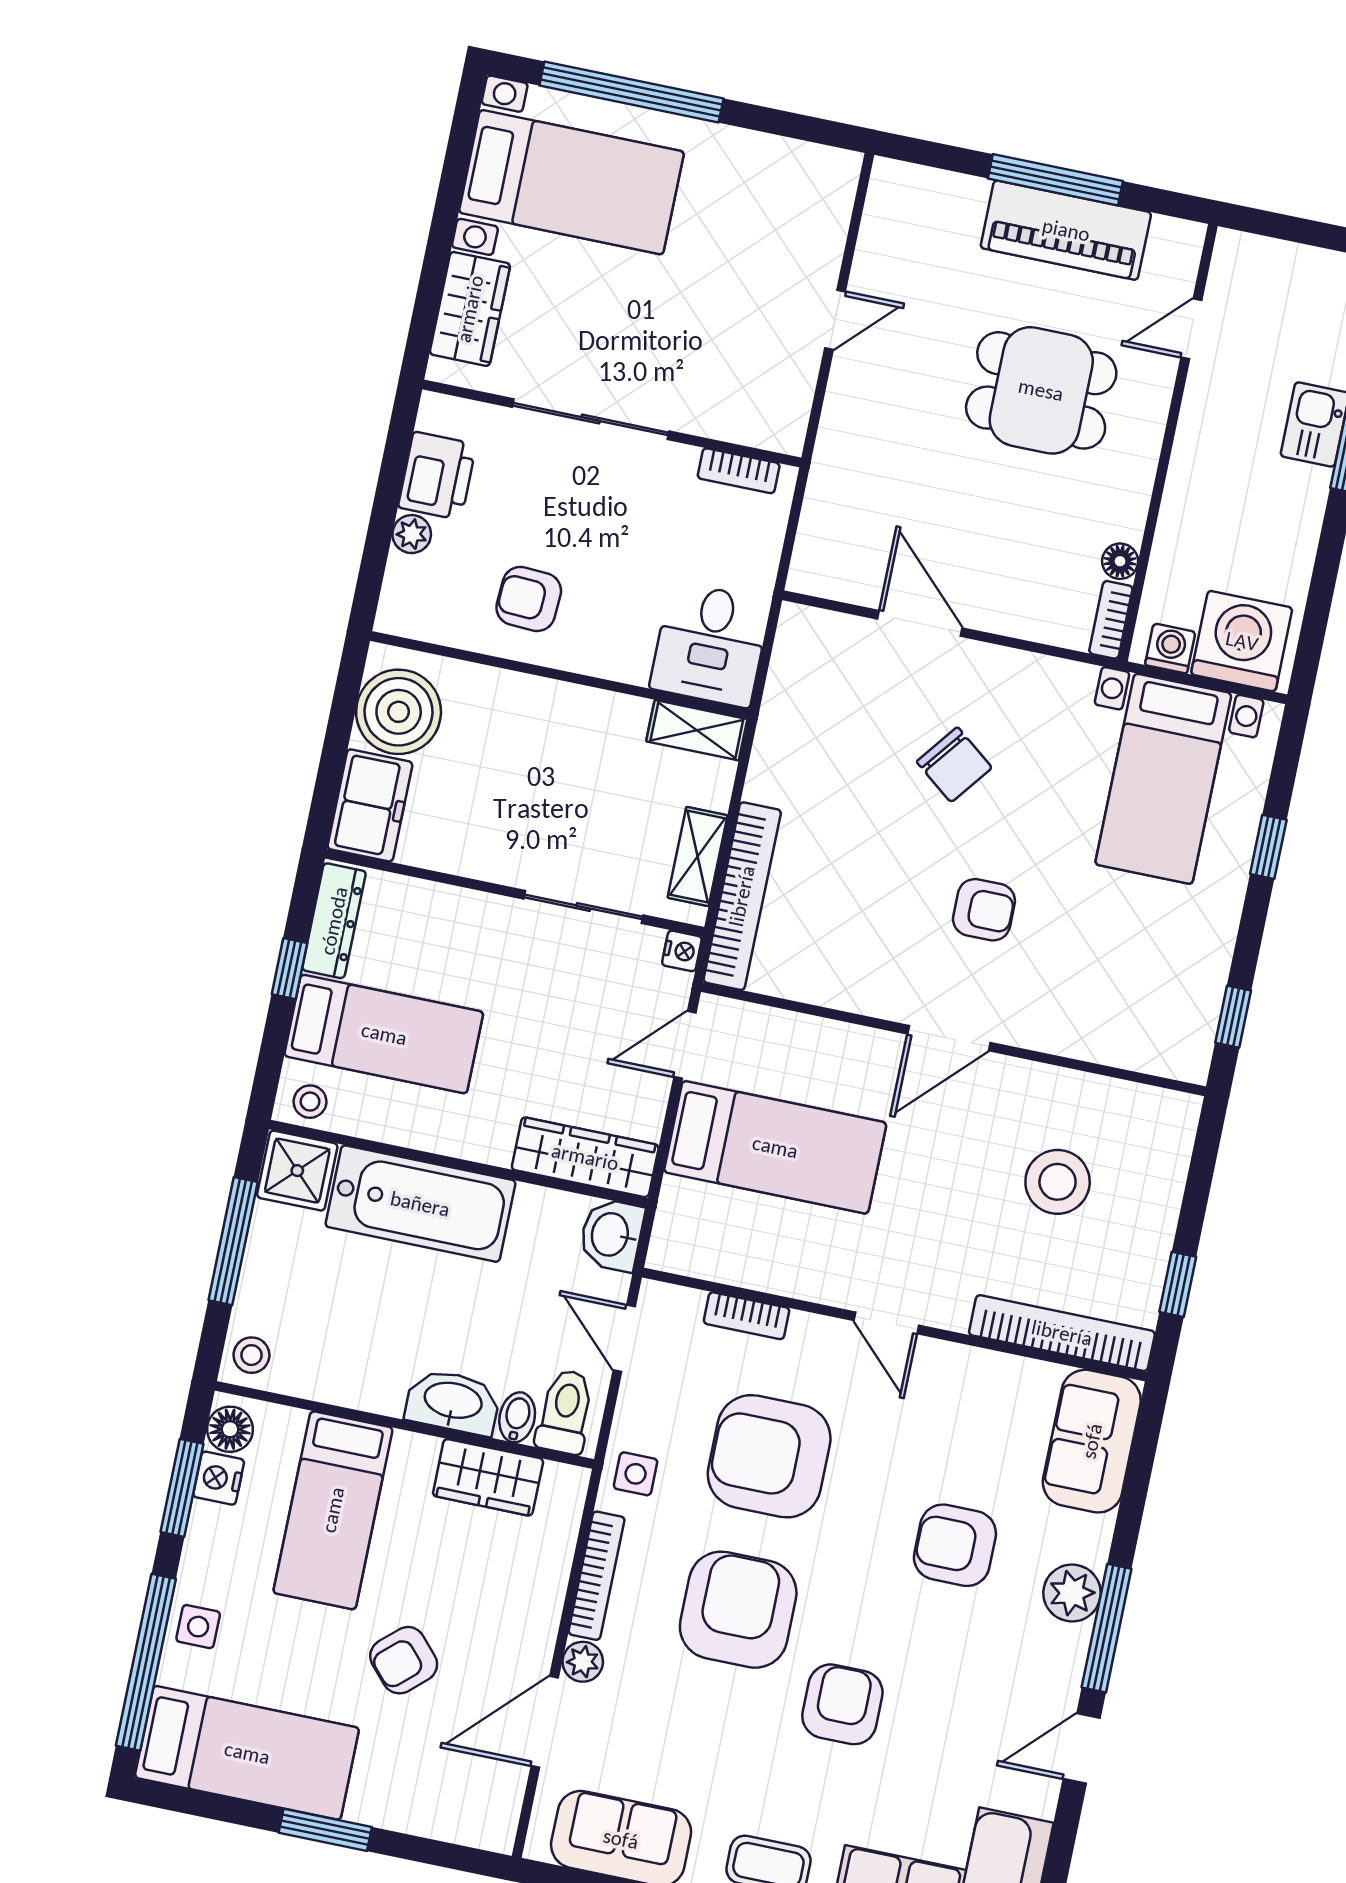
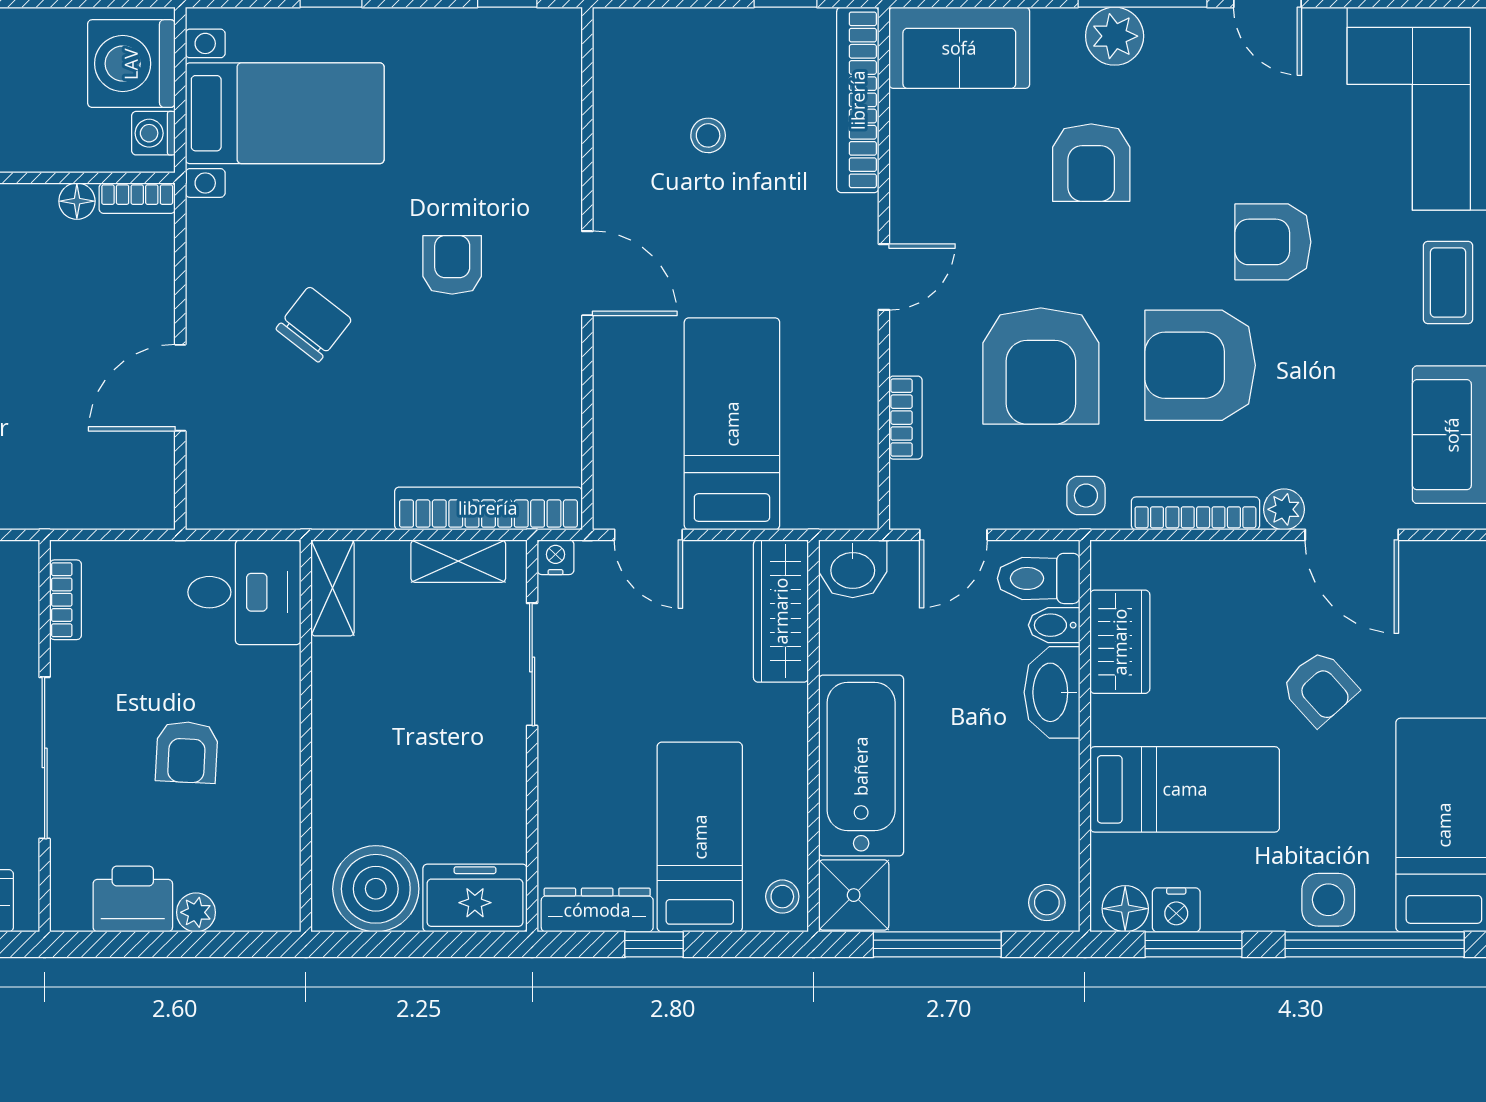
armchair: (529, 599) -> (187, 752), moved
stool: (1058, 1182) -> (708, 135), width x0.53, depth x0.53
side table: (198, 1627) -> (1328, 900), width x1.37, depth x1.37

